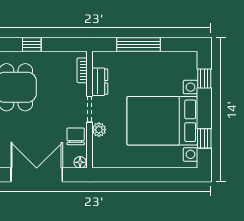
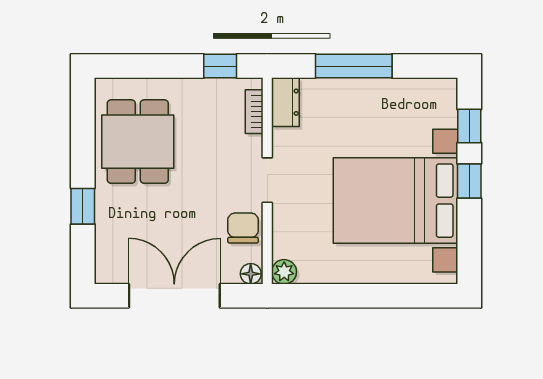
window: (32, 44) -> (220, 66), moved
dresser: (100, 82) -> (285, 102), moved
plant: (99, 130) -> (284, 272), moved
window: (204, 138) -> (469, 181), moved

